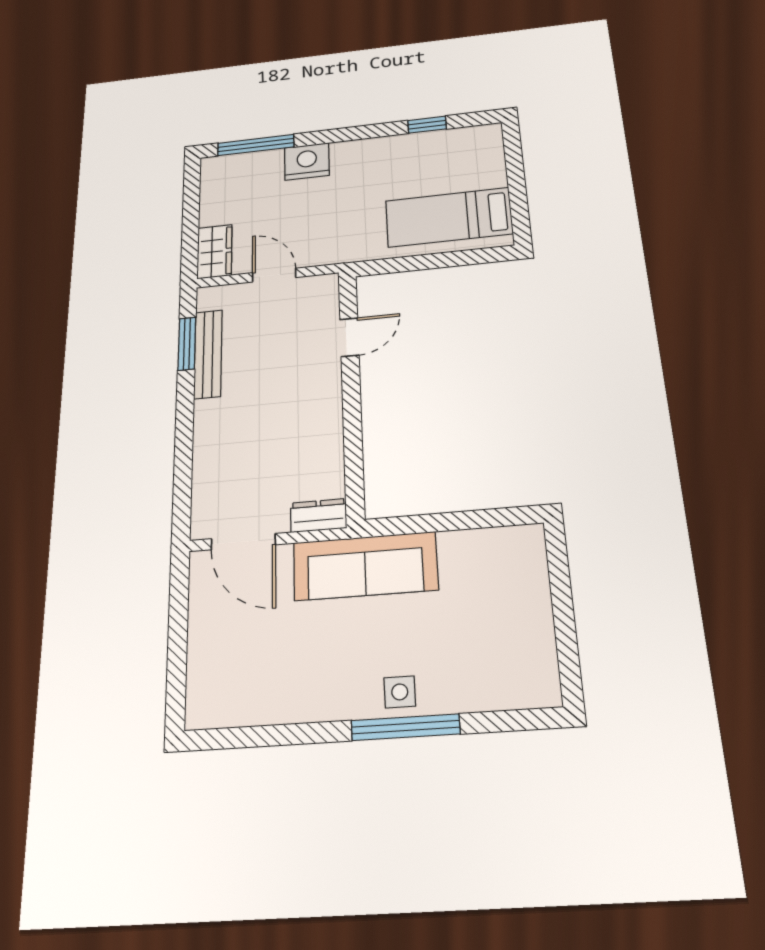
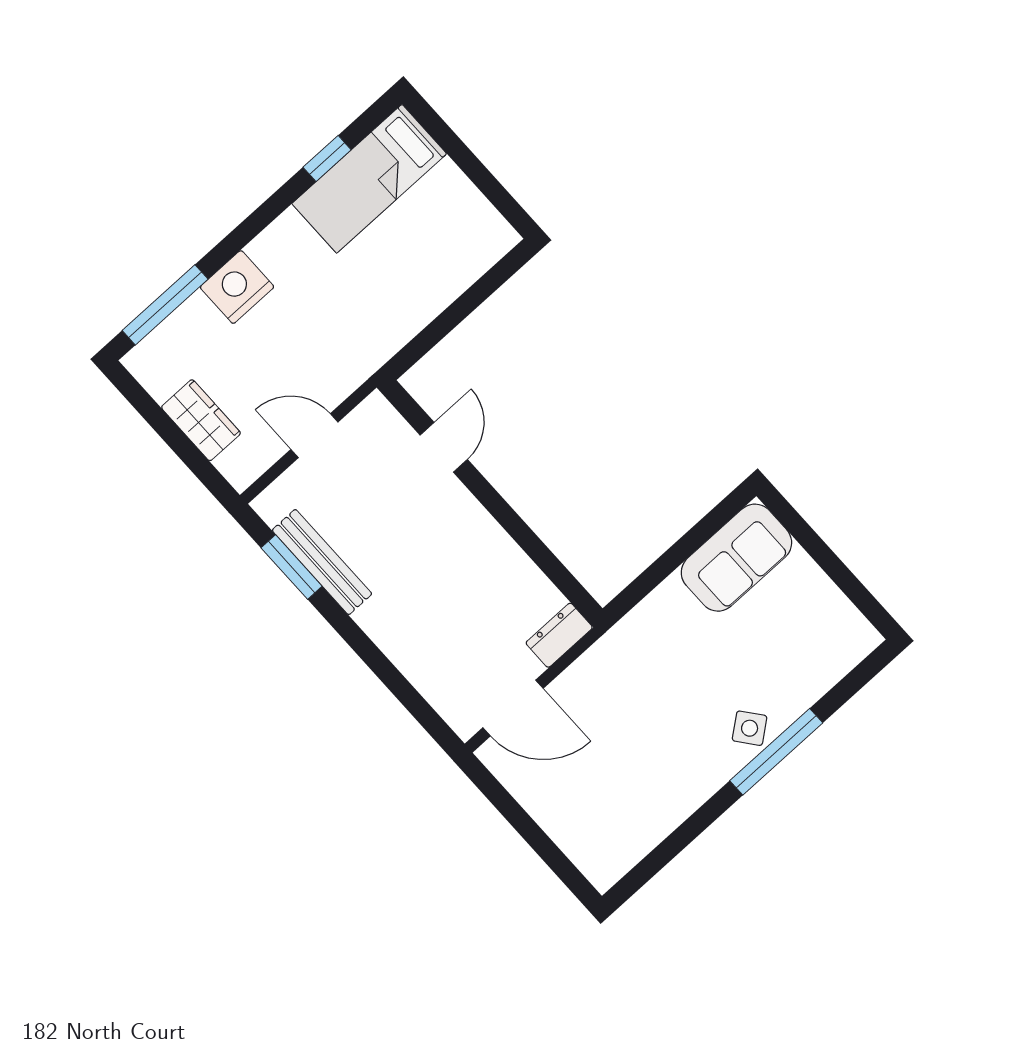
bed: (449, 217) -> (369, 179), moved
wardrobe: (215, 252) -> (201, 420), moved
sofa: (365, 566) -> (736, 558), moved, width x0.73
side table: (400, 692) -> (750, 728), turned -38

